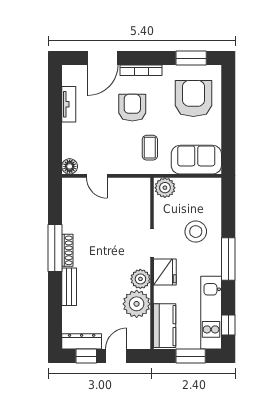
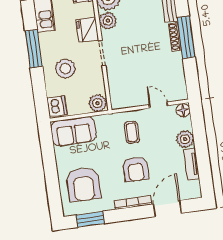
plant: (72, 133) -> (185, 139), added
coffee table: (150, 148) -> (132, 132), moved
dishwasher: (211, 191) -> (57, 106), added

